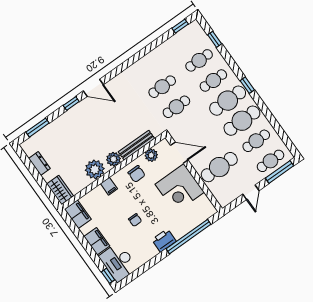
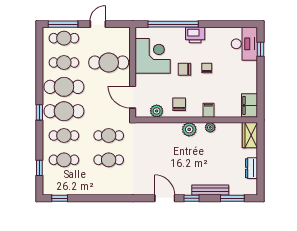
bench: (136, 145) -> (210, 190), moved
plant: (95, 169) -> (210, 127), width x0.53, depth x0.53
corner desk: (180, 188) -> (153, 56), moved
chair: (153, 206) -> (184, 69), added
filing cabinet: (97, 241) -> (250, 73), removed
window: (108, 276) -> (260, 49), moved

